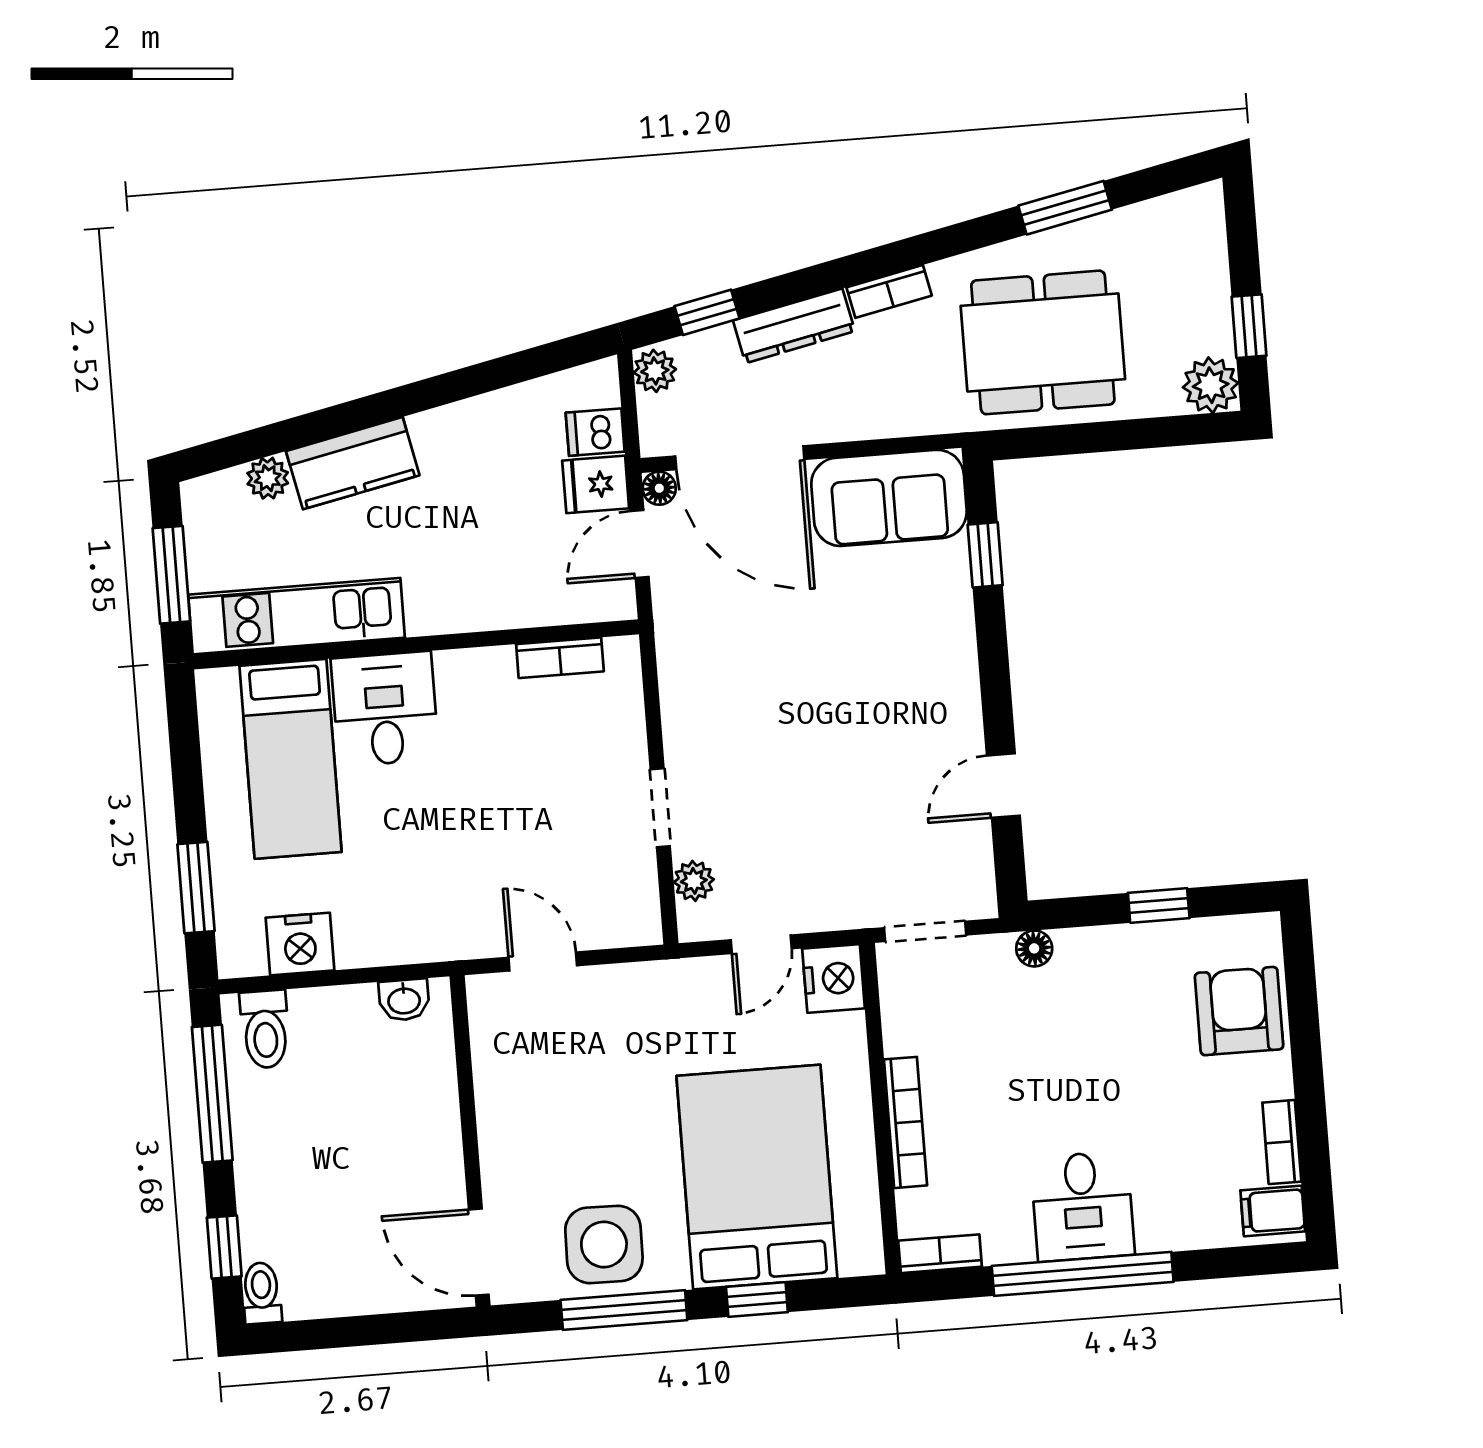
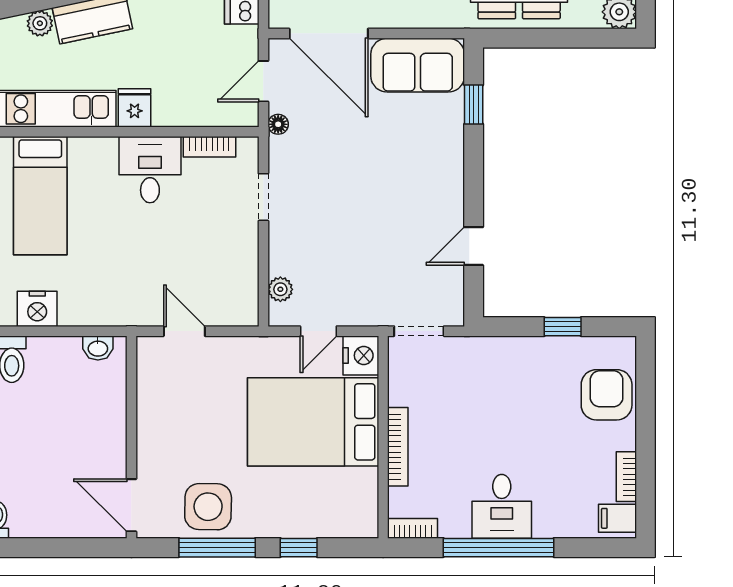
fridge: (596, 484) -> (135, 108), moved, turned 90
floor lamp: (659, 488) -> (278, 124), moved
desk: (385, 709) -> (150, 170), moved
doorway: (660, 808) -> (263, 197), moved
floor lamp: (1034, 948) -> (485, 347), removed
bed: (757, 1177) -> (313, 422), moved, turned -90

